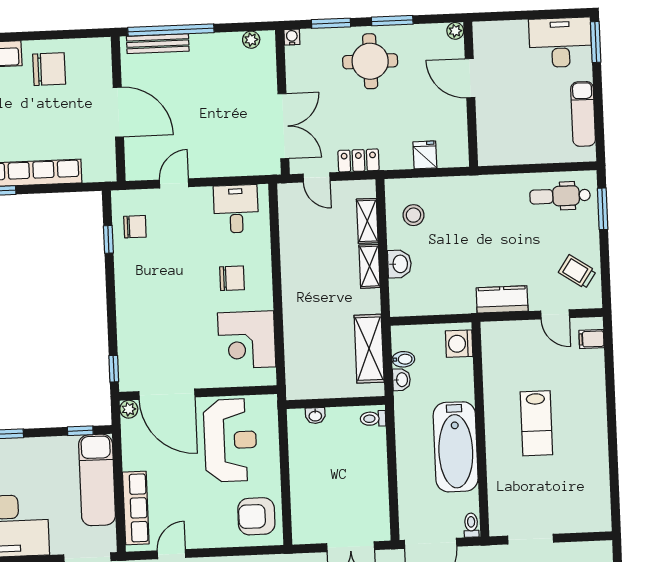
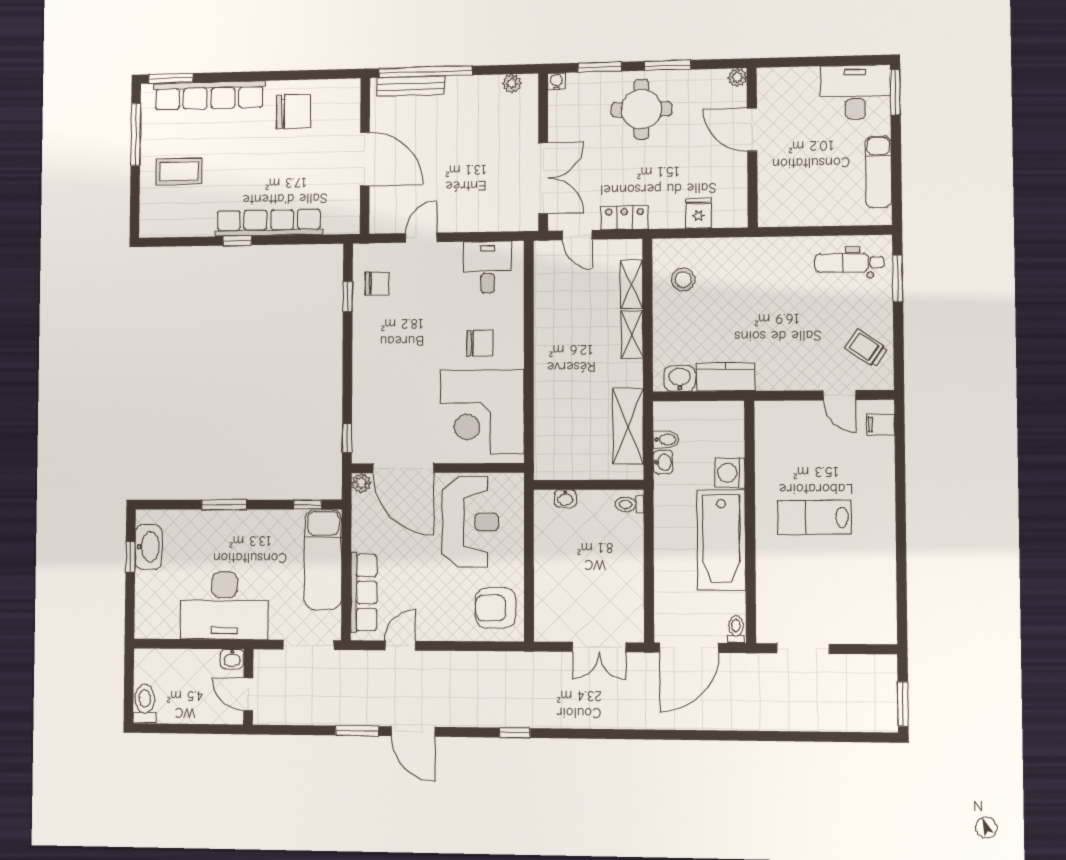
washbasin: (400, 264) -> (680, 378), moved, turned -90
kitchen counter: (502, 299) -> (726, 377), moved
corner desk: (247, 340) -> (482, 412), width x1.36, depth x1.36
washing machine: (459, 344) -> (730, 473), moved
lab bench: (536, 423) -> (814, 517), turned 90

